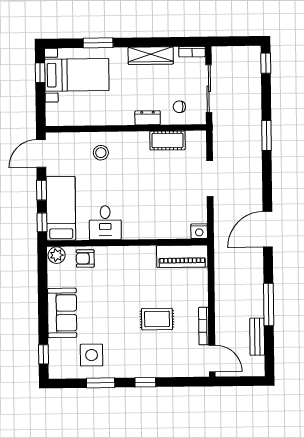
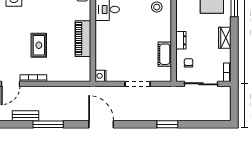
wardrobe: (151, 56) -> (225, 38), width x0.67
window: (266, 63) -> (219, 124), removed
piano: (182, 256) -> (83, 39), moved

